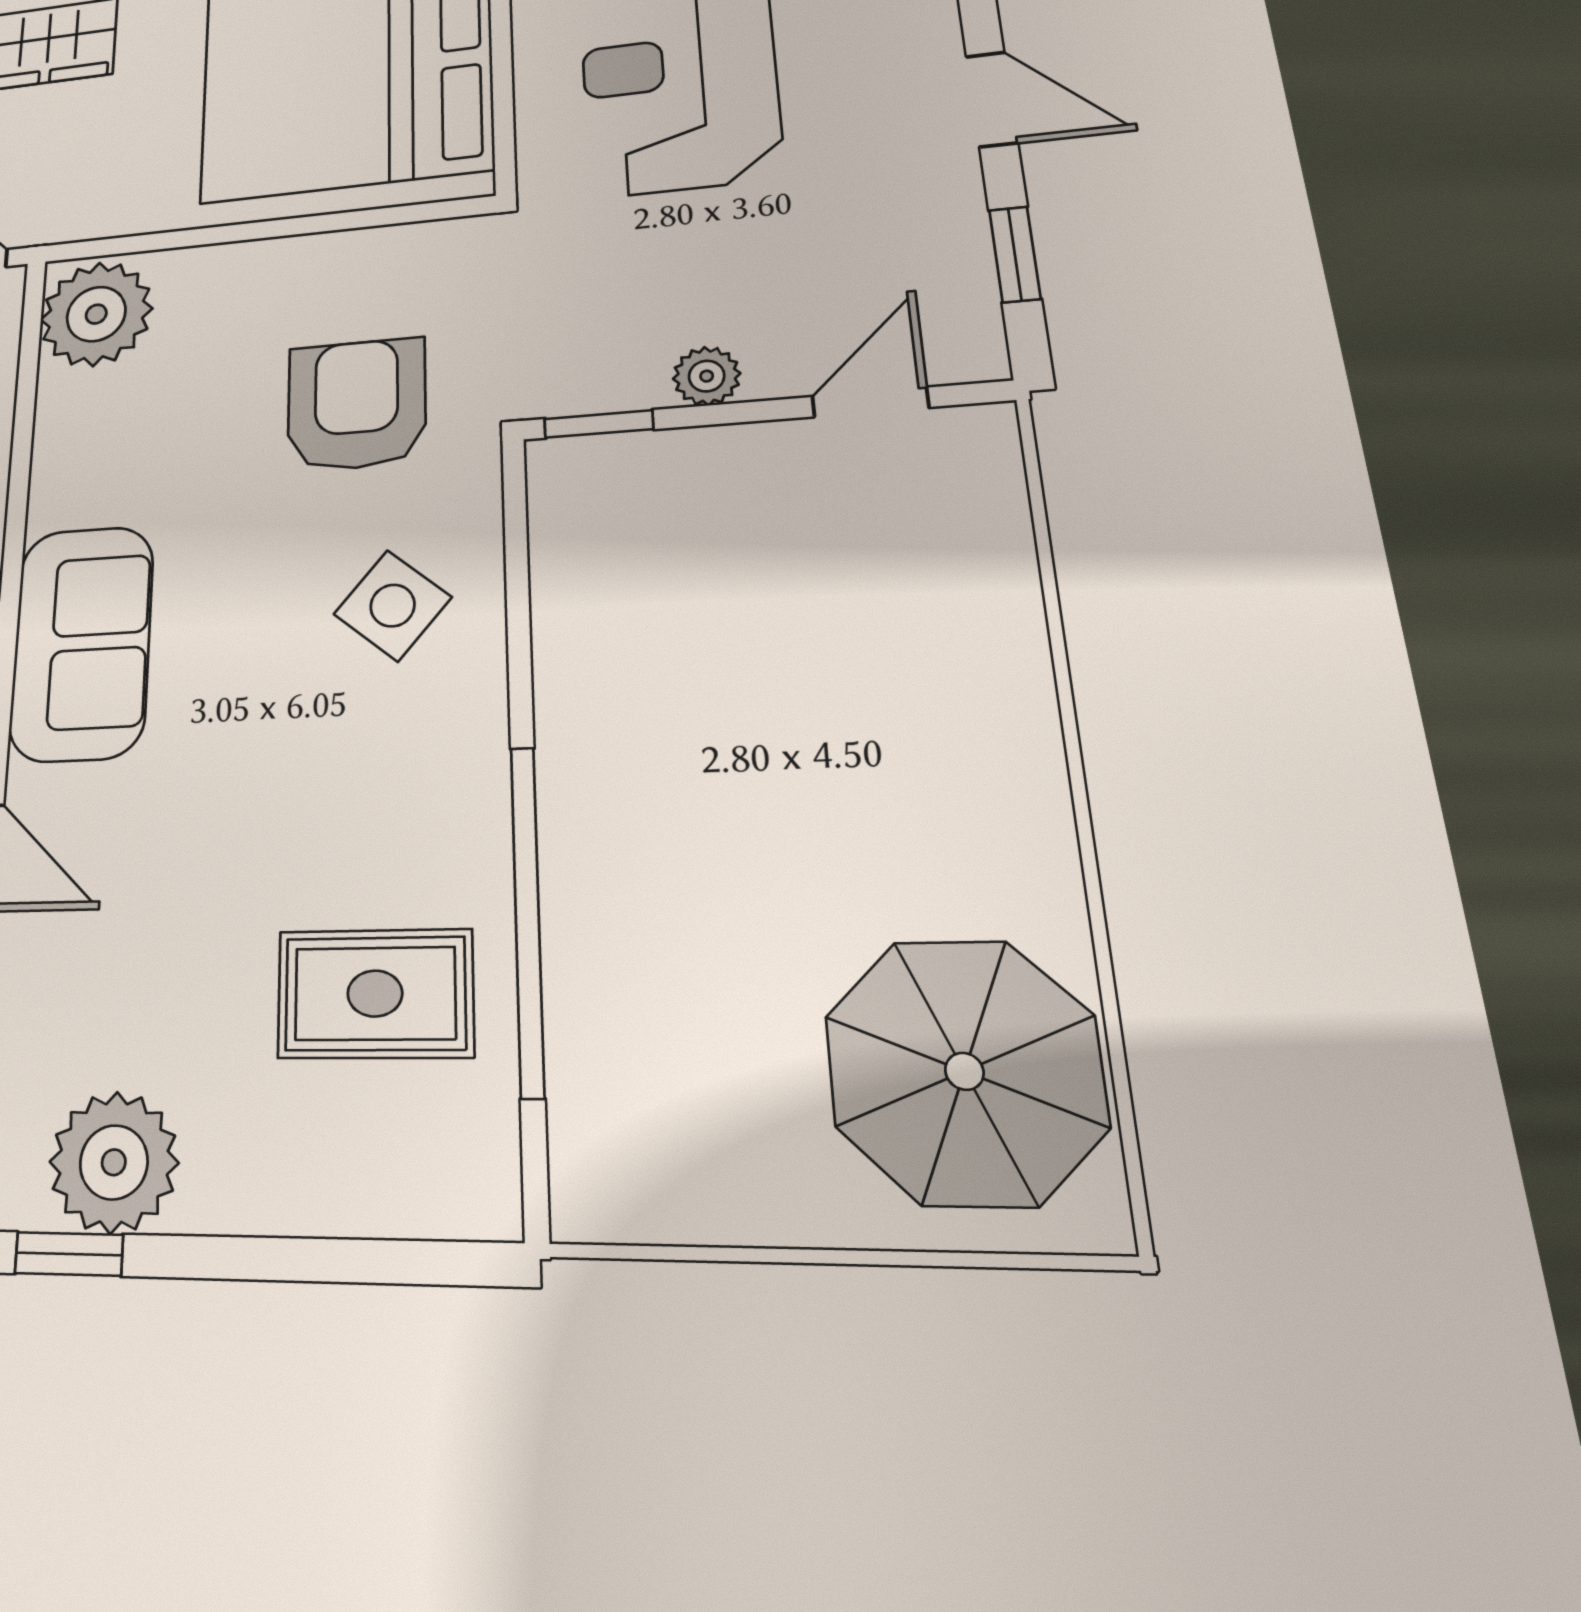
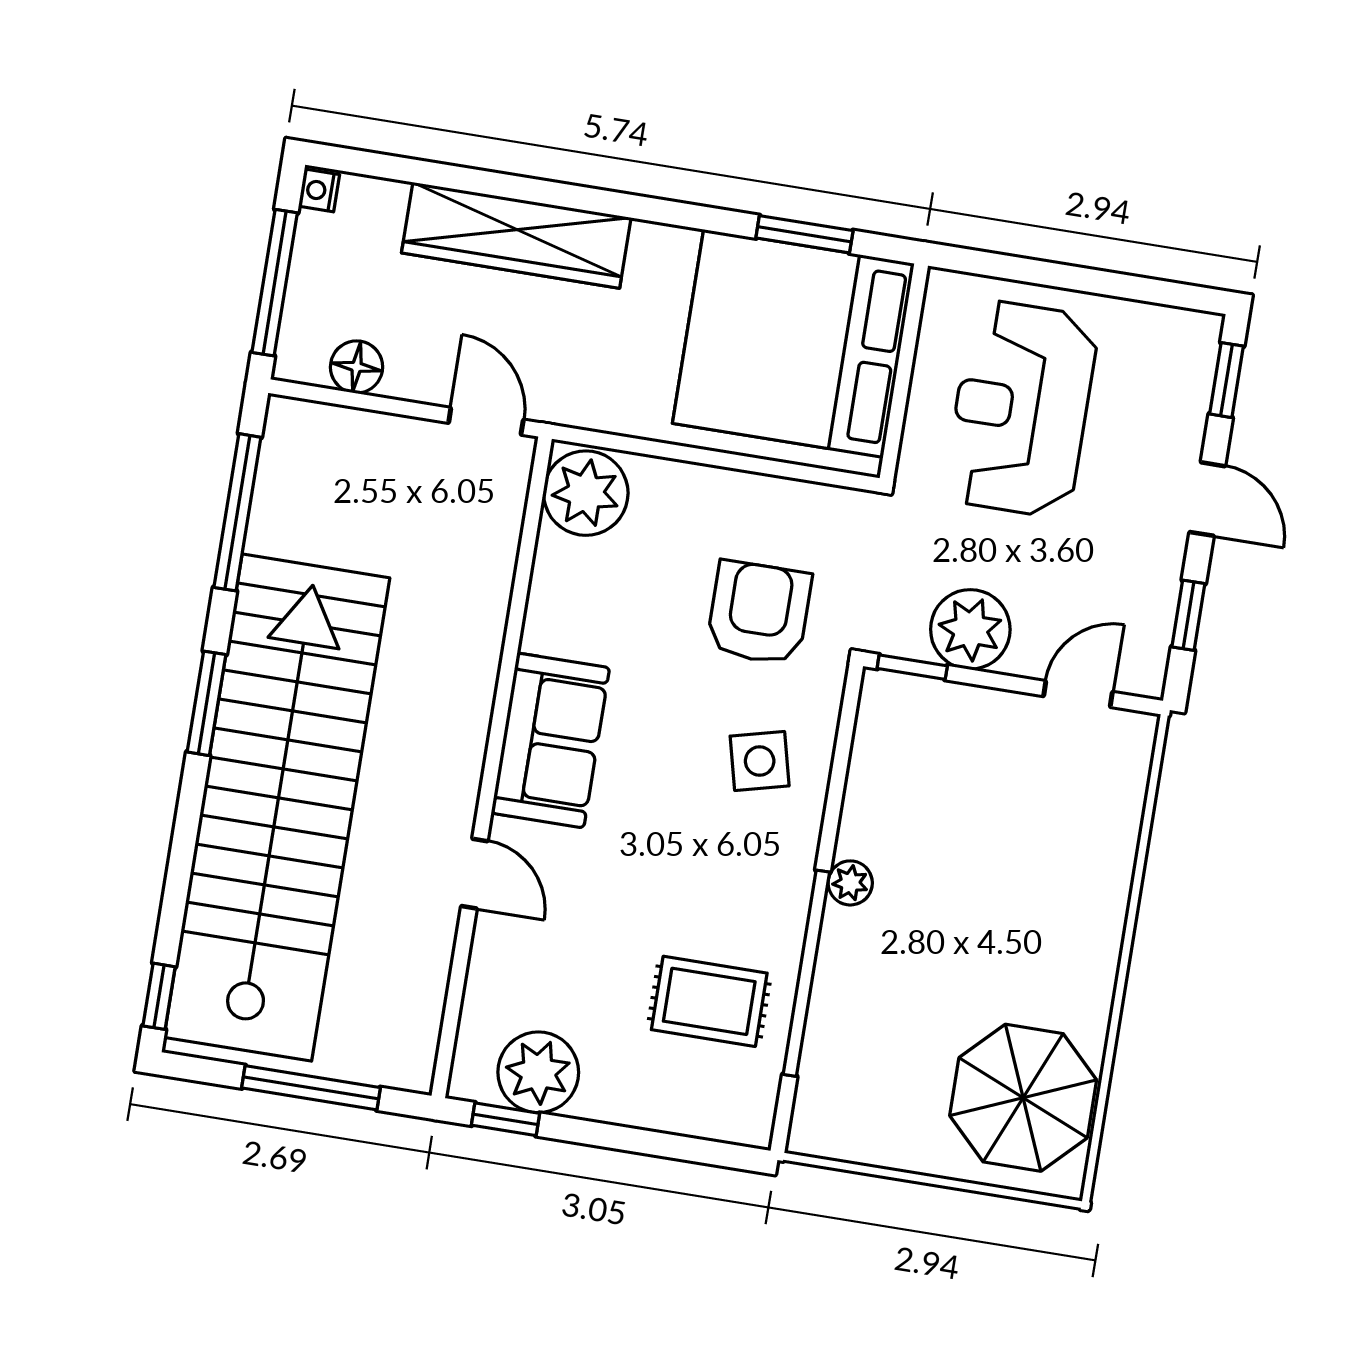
plant: (707, 376) -> (970, 629), width x1.87, depth x1.87
side table: (393, 606) -> (760, 761), turned 36
plant: (570, 758) -> (850, 883), added

